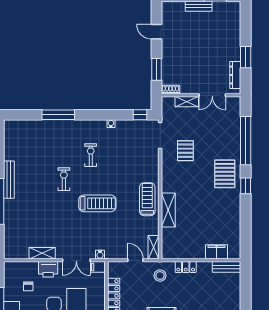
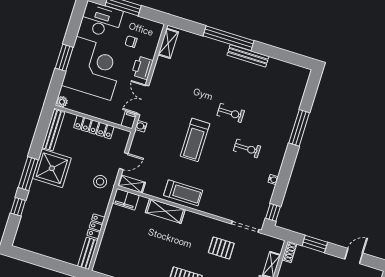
filing cabinet: (216, 252) -> (126, 199), moved, turned 90
shelving: (42, 253) -> (168, 43), moved
locker: (186, 267) -> (96, 226), moved

